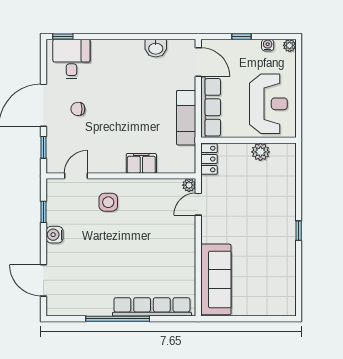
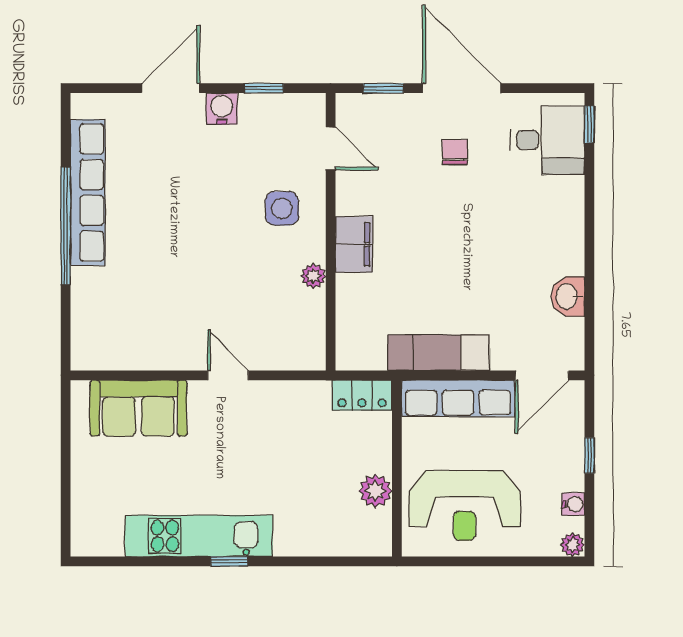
filing cabinet: (141, 163) -> (354, 244), moved
plant: (189, 185) -> (313, 276), moved
door: (198, 204) -> (228, 375), moved
kitchen unit: (285, 247) -> (199, 536), added
sofa: (216, 279) -> (139, 408), width x0.73
door: (43, 280) -> (171, 88), moved
row of seats: (152, 307) -> (88, 193), moved

